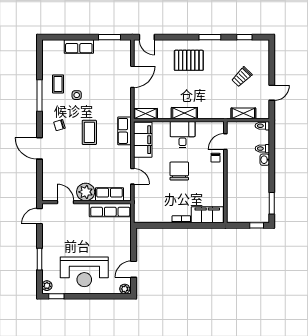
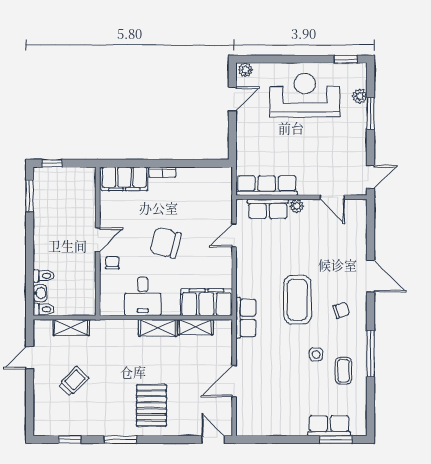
window: (110, 37) -> (336, 440), moved
row of seats: (79, 46) -> (329, 426), moved
pallet: (189, 60) -> (151, 405), turned 90
shelving: (145, 114) -> (196, 327), moved
row of seats: (124, 131) -> (246, 318), moved
coffee table: (89, 132) -> (297, 300), width x1.36, depth x1.32
desk: (183, 135) -> (143, 296), moved
filing cabinet: (143, 140) -> (206, 302), moved, turned 90
door: (225, 142) -> (98, 240), moved
washbasin: (265, 160) -> (40, 293), moved
chair: (179, 171) -> (165, 243), turned 104
door: (132, 176) -> (234, 235), hinge flipped
plant: (86, 192) -> (297, 206), width x0.53, depth x0.53
plant: (47, 286) -> (360, 96), moved

